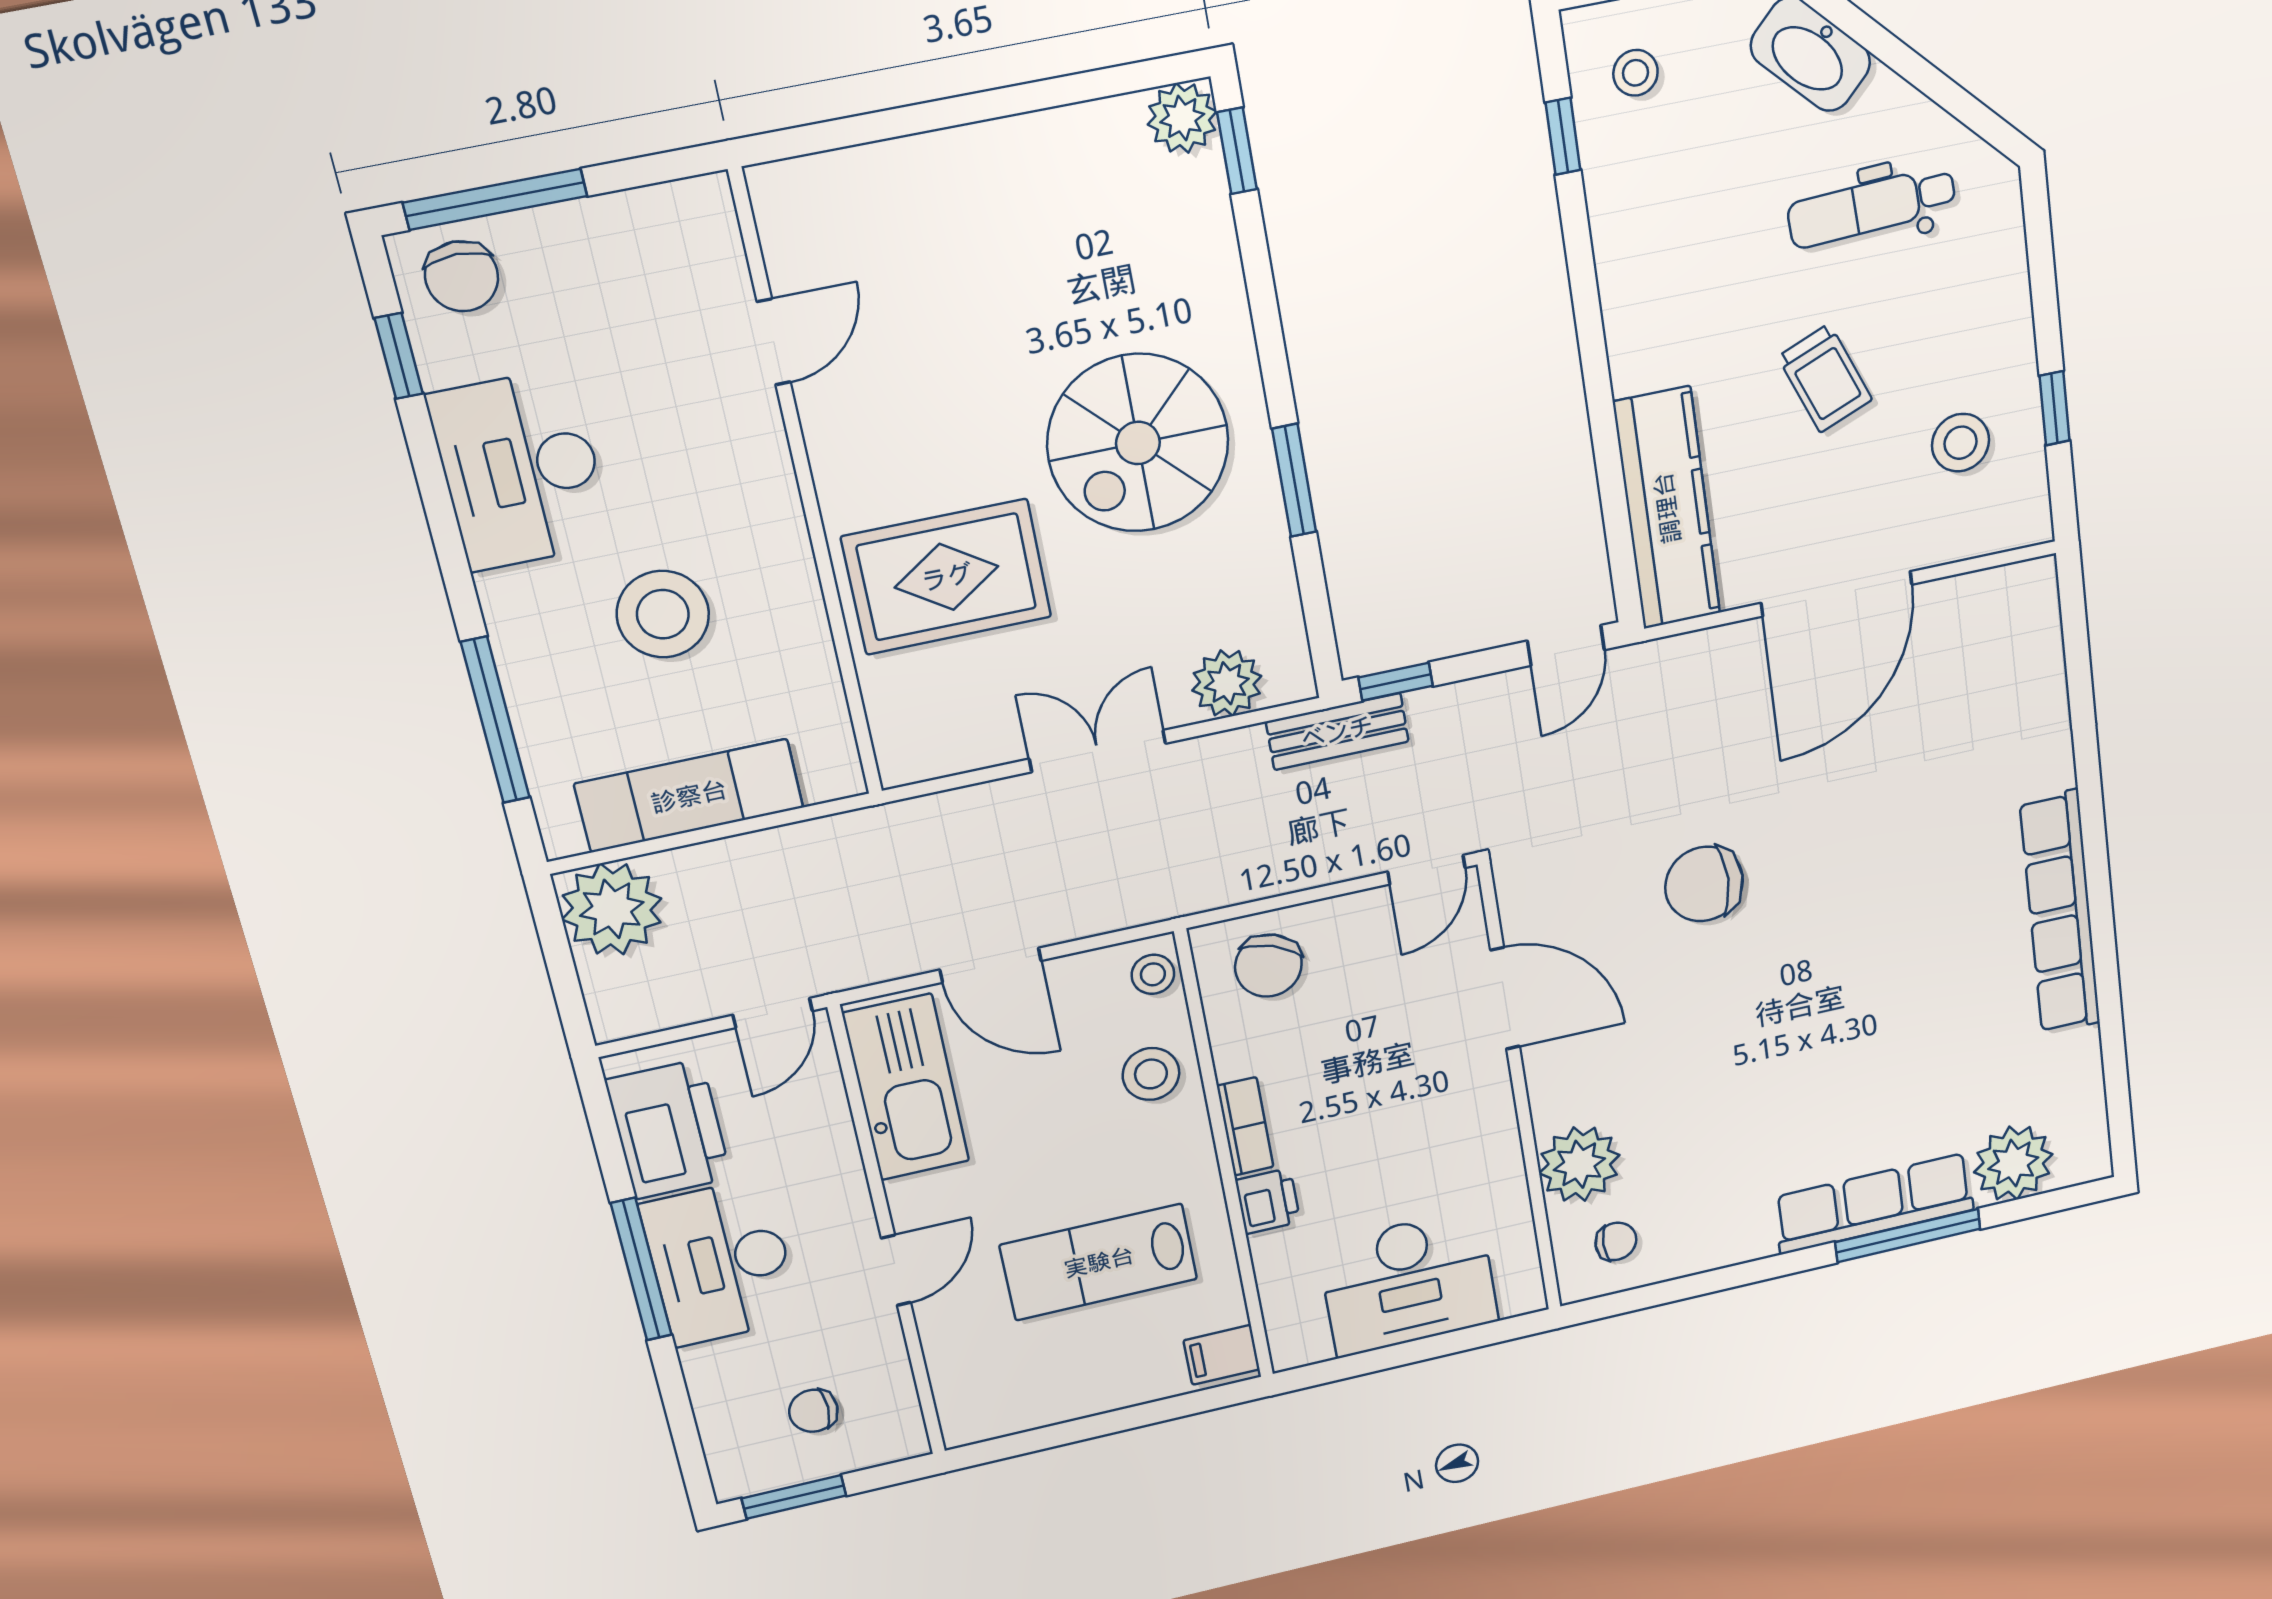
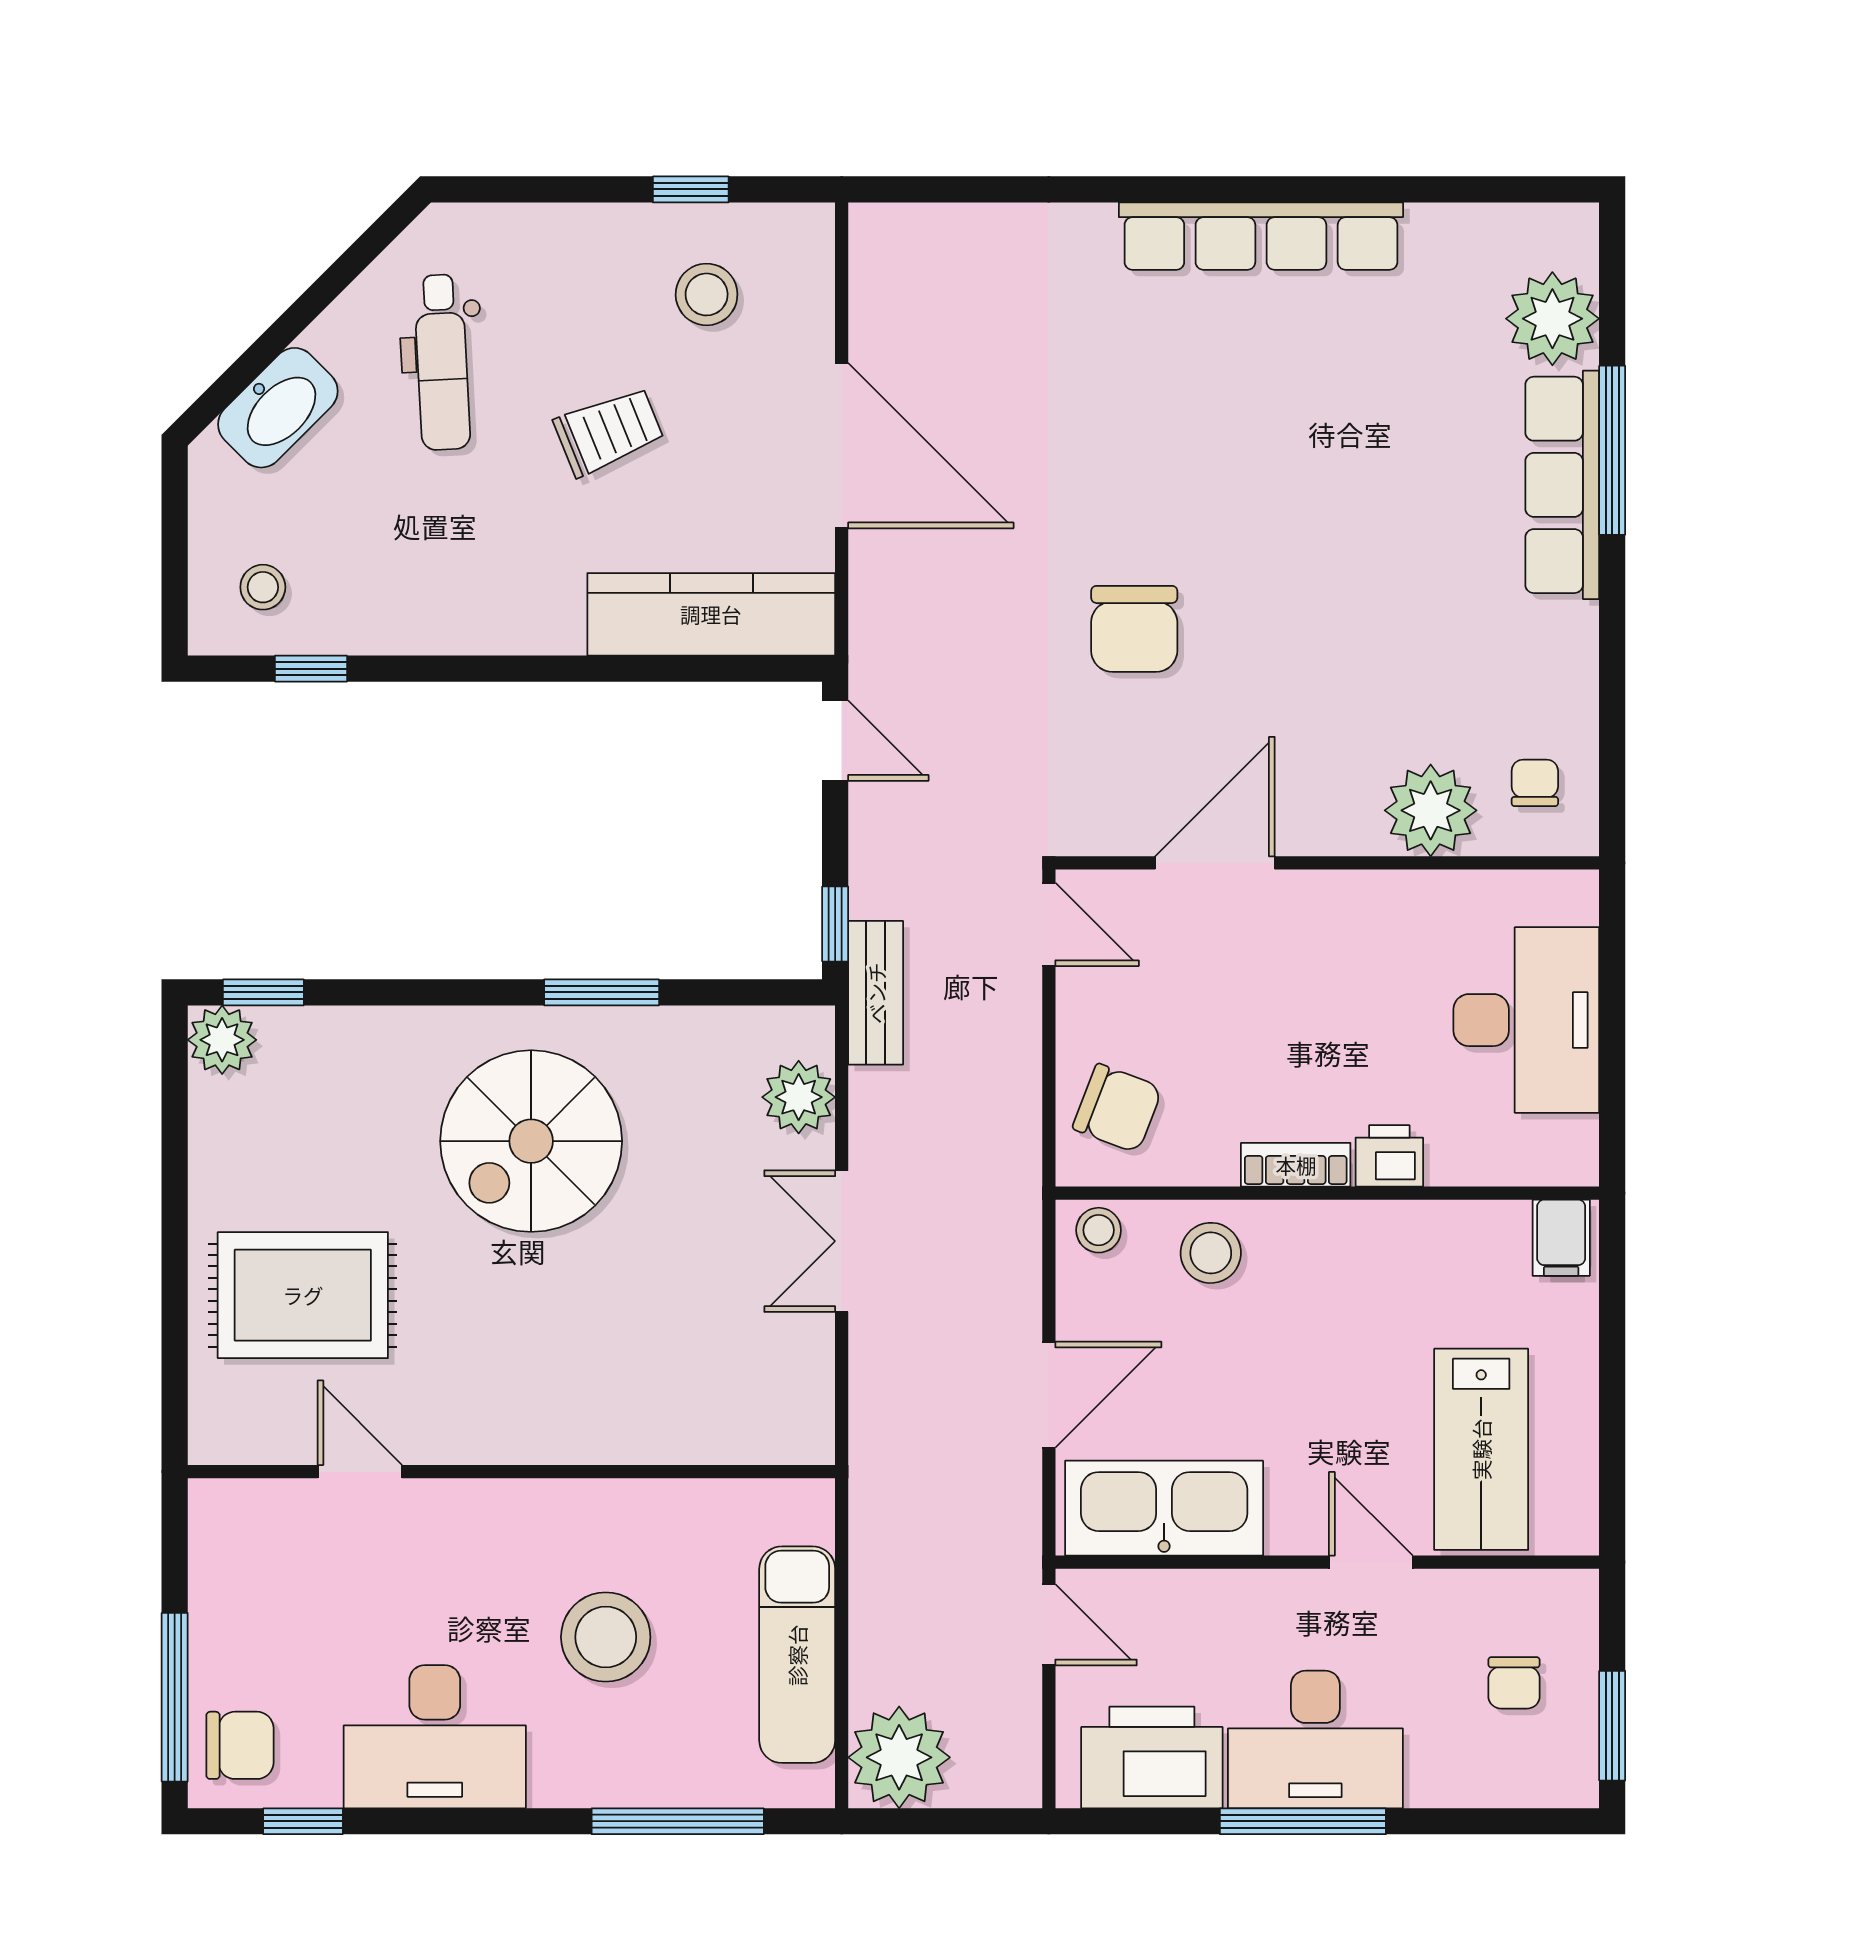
spiral stairs: (1138, 443) -> (531, 1141), turned 90
rug: (947, 577) -> (303, 1295), moved, turned 90
lab bench: (1099, 1262) -> (1481, 1449), moved

